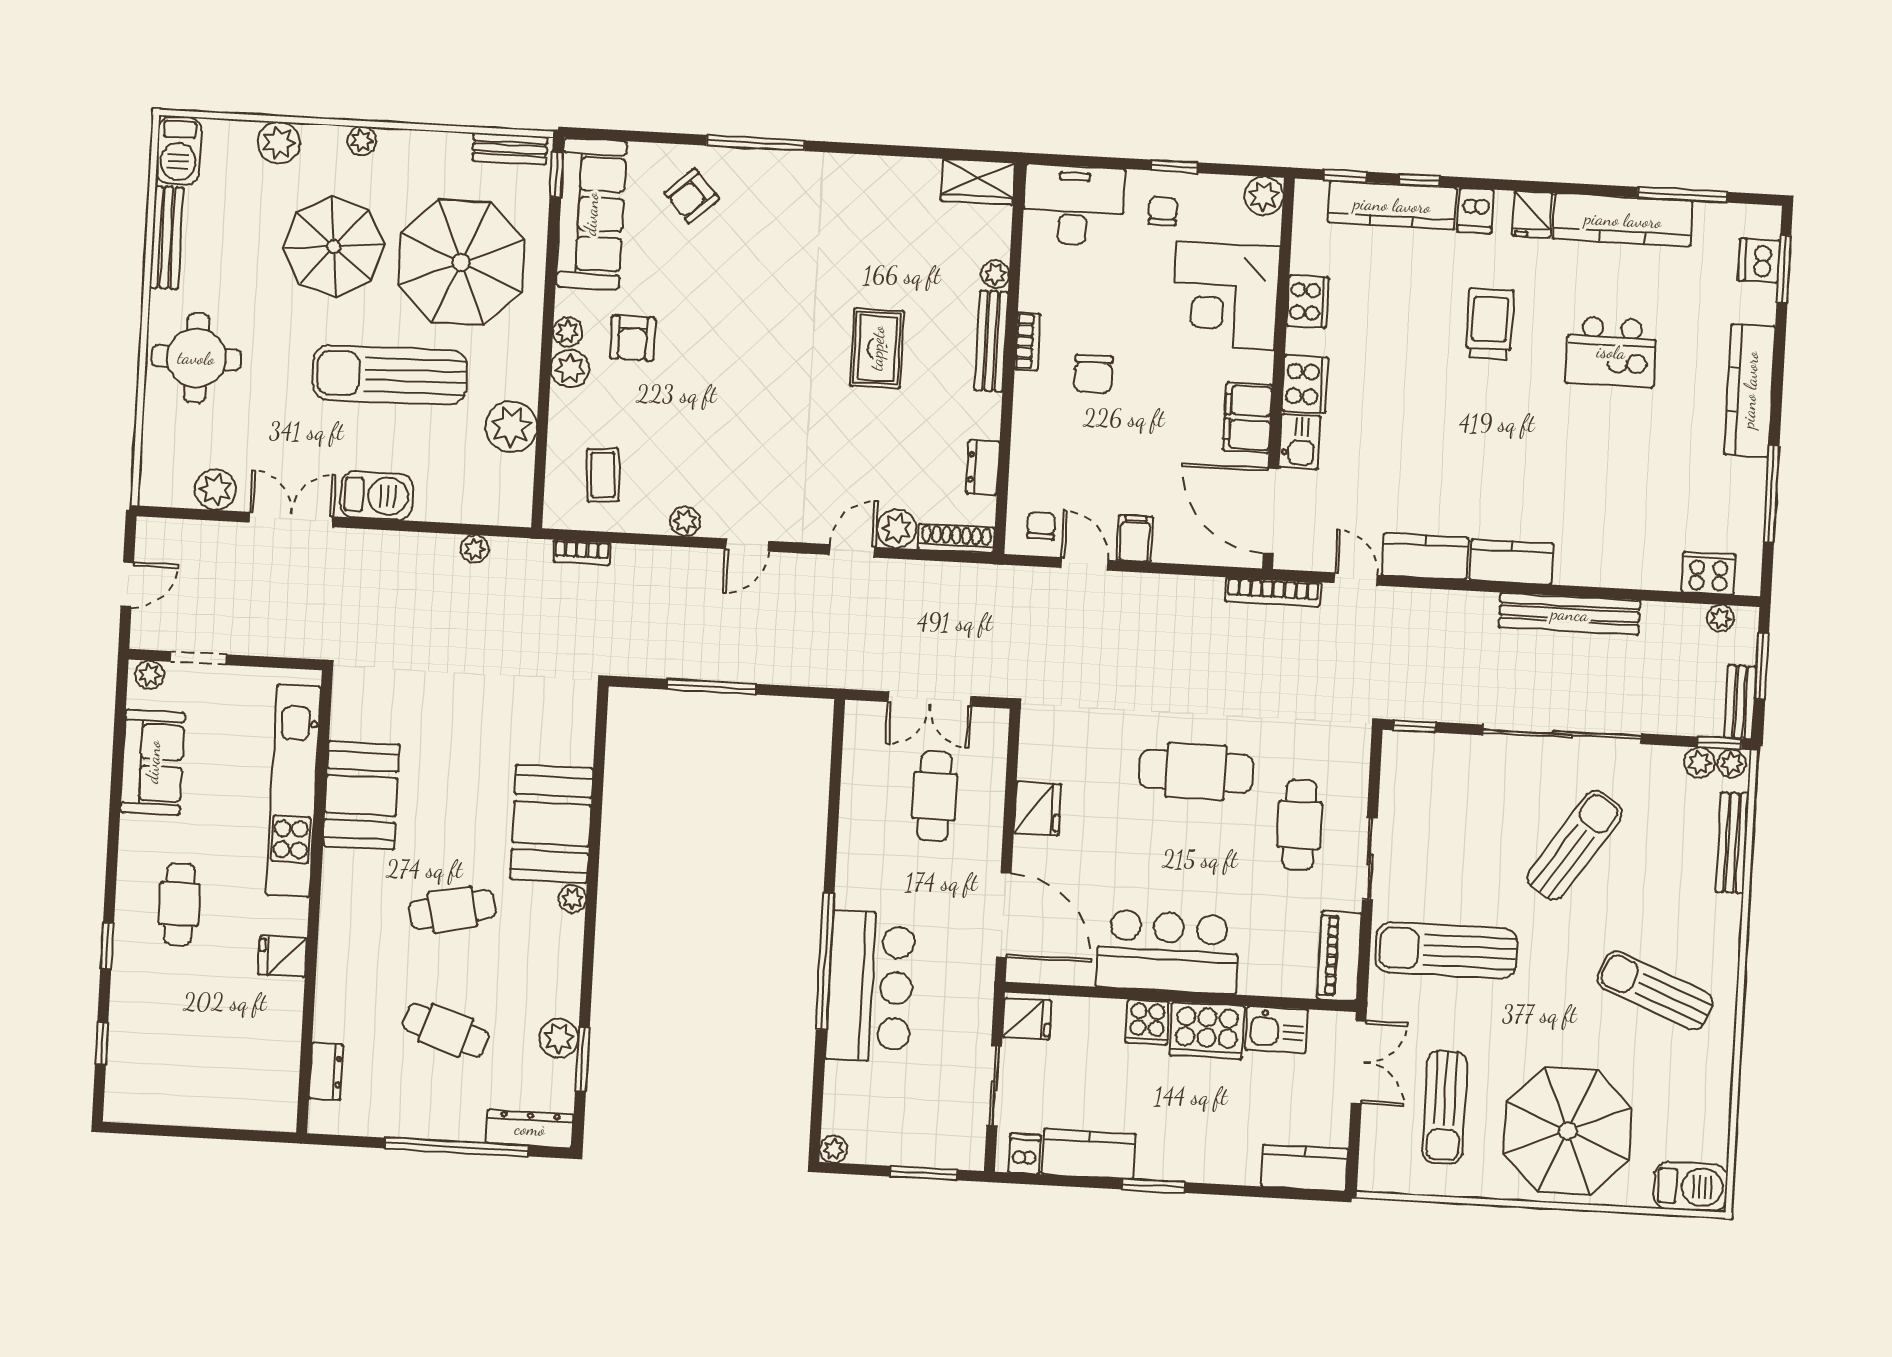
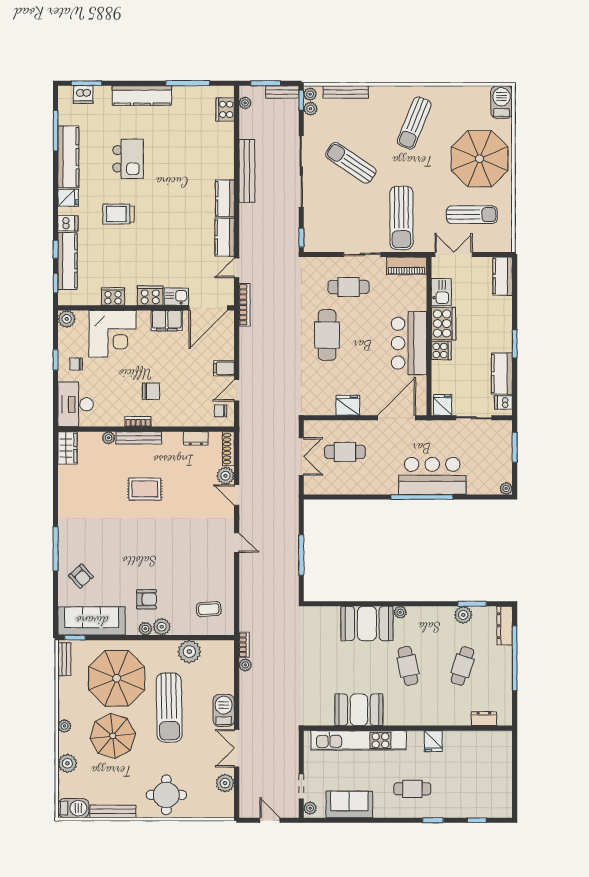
plant: (685, 521) -> (228, 571), removed
bookcase: (582, 552) -> (244, 645), moved

